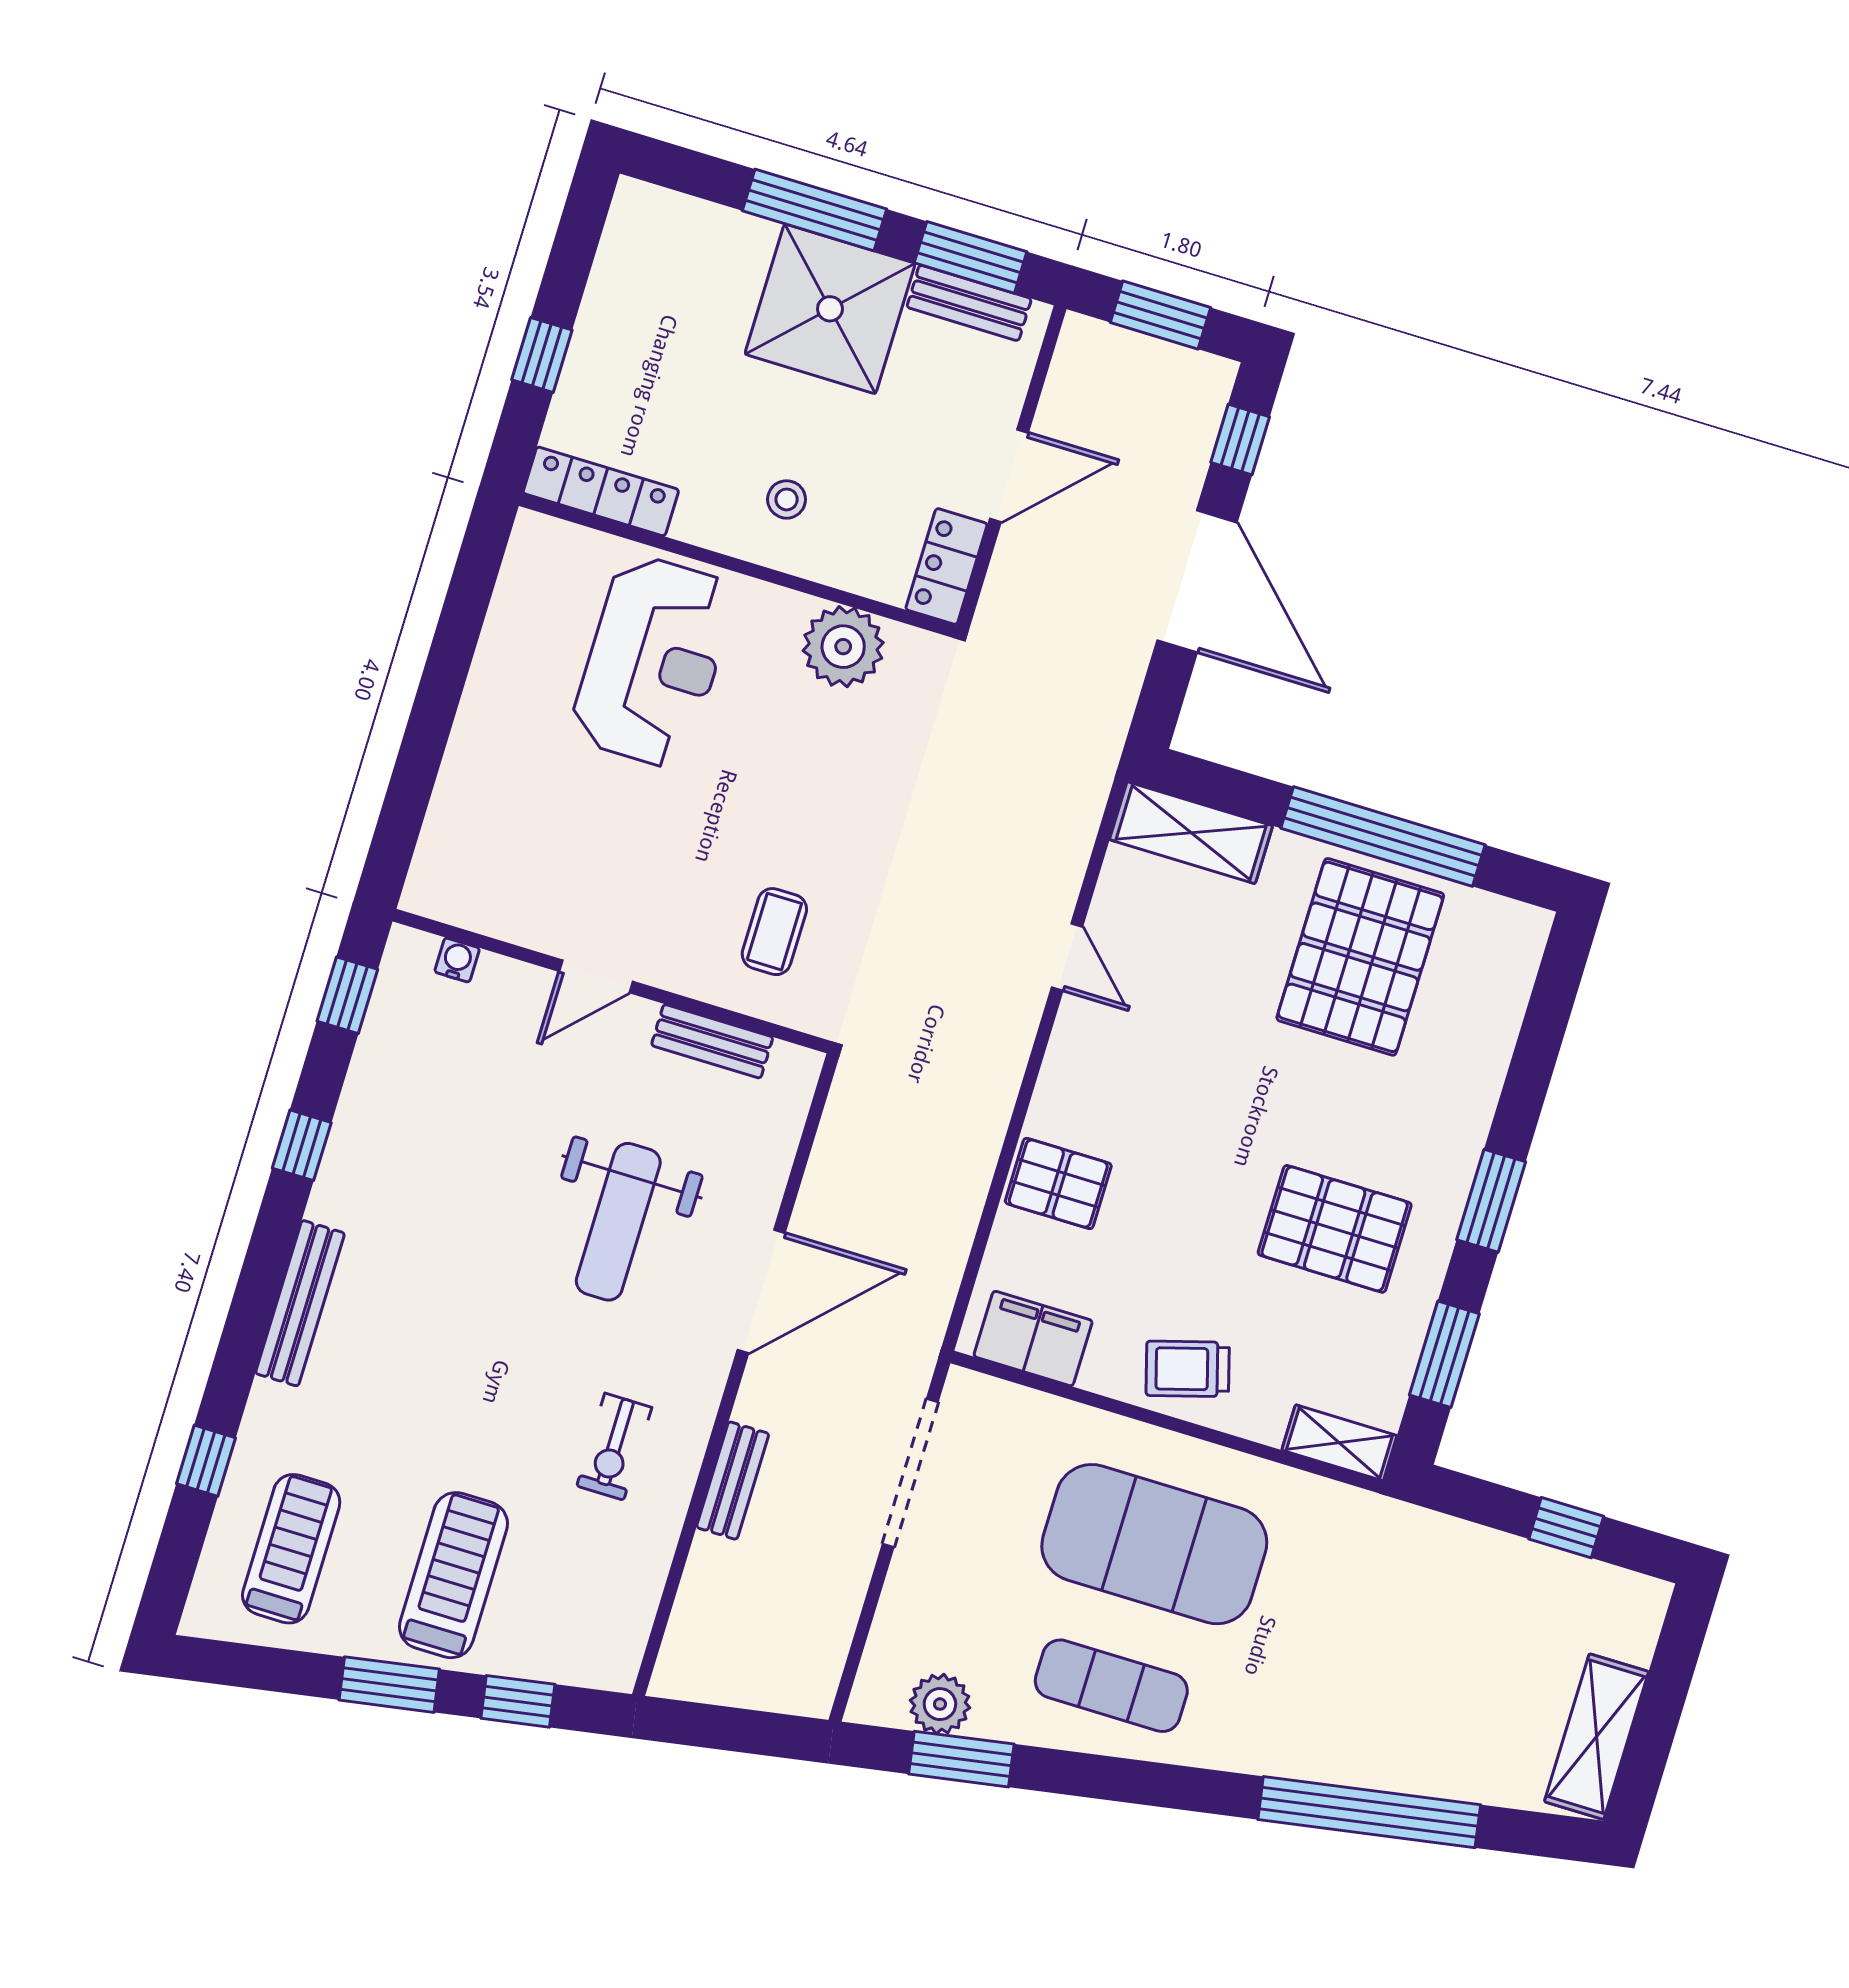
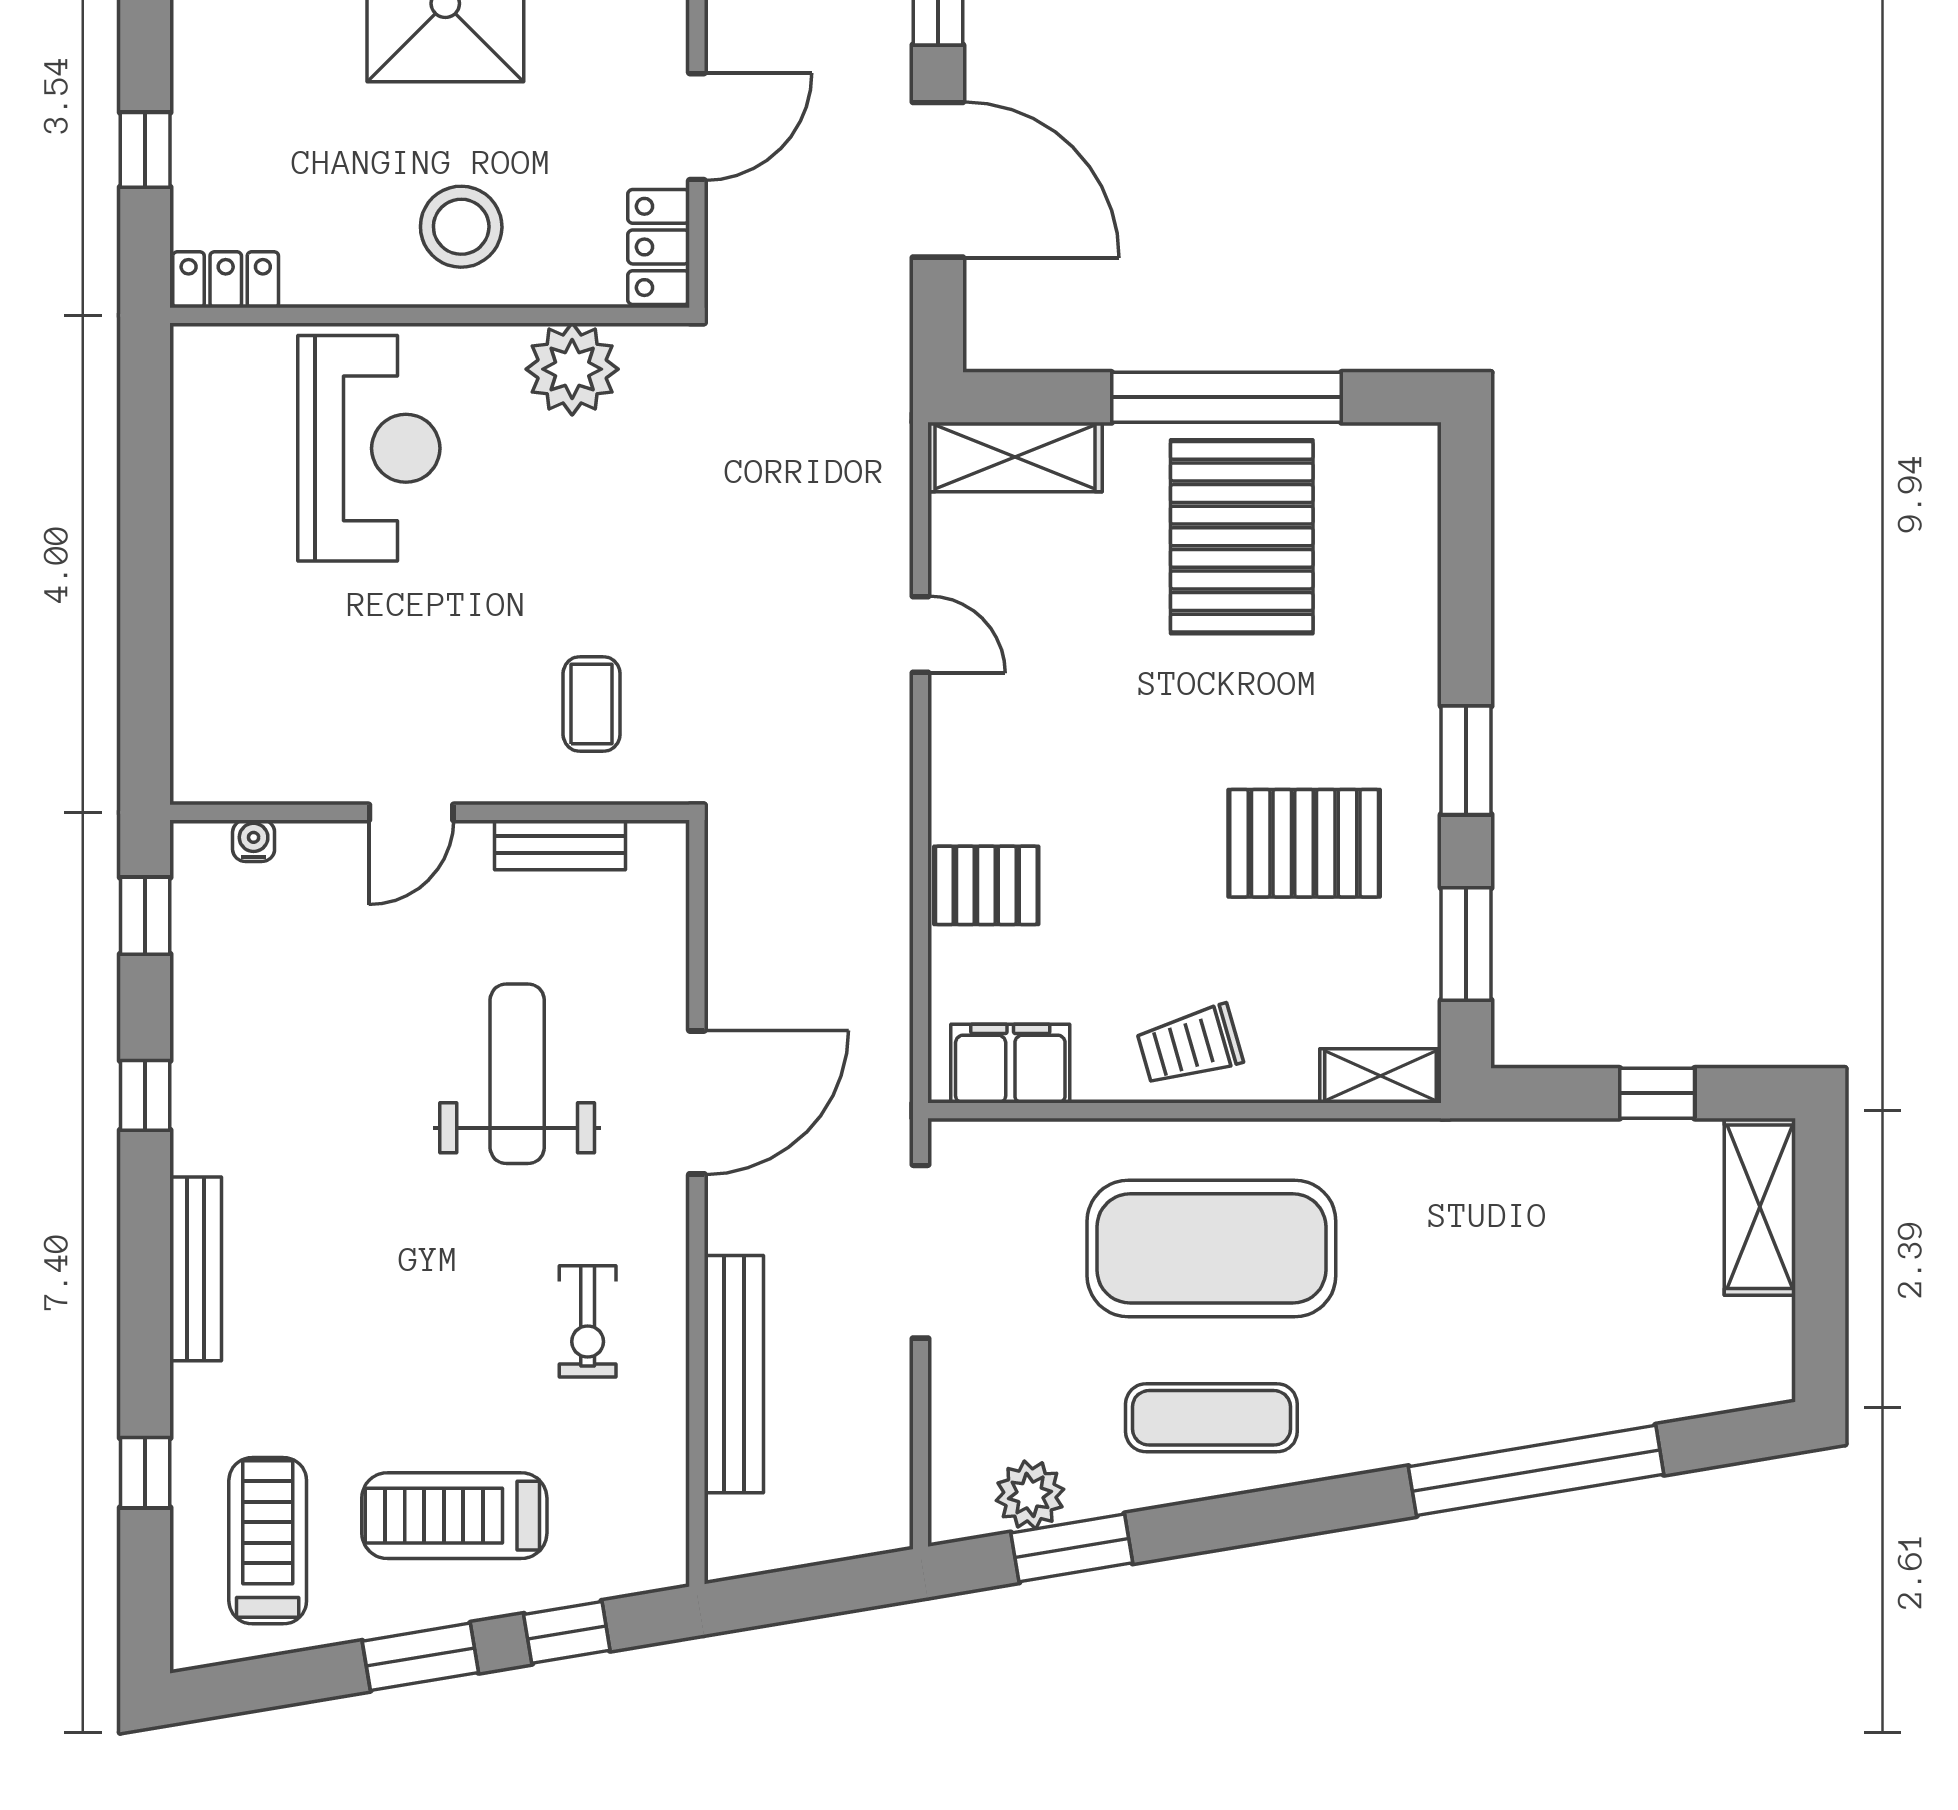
locker: (601, 491) -> (226, 280), width x0.66
stool: (787, 499) -> (461, 227), width x1.89, depth x1.89
weight bench: (618, 1222) -> (517, 1074), turned 180
bench: (733, 1481) -> (734, 1374), width x1.86, depth x1.21
treadmill: (453, 1575) -> (454, 1516), turned -90
shelving: (1597, 1737) -> (1760, 1207), moved

